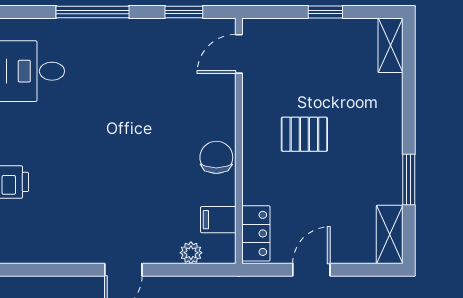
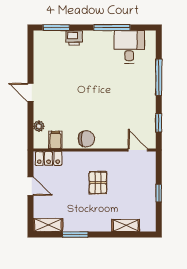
shelving: (391, 45) -> (126, 225), moved

